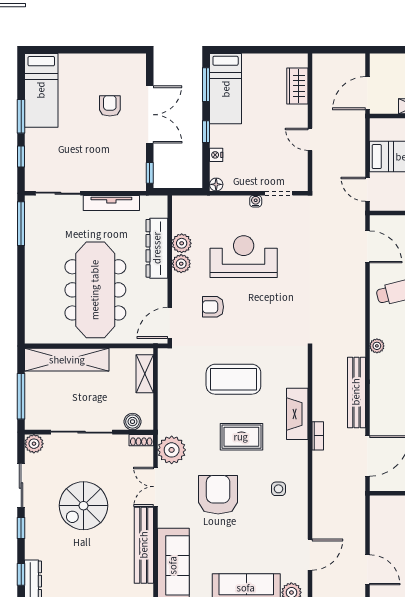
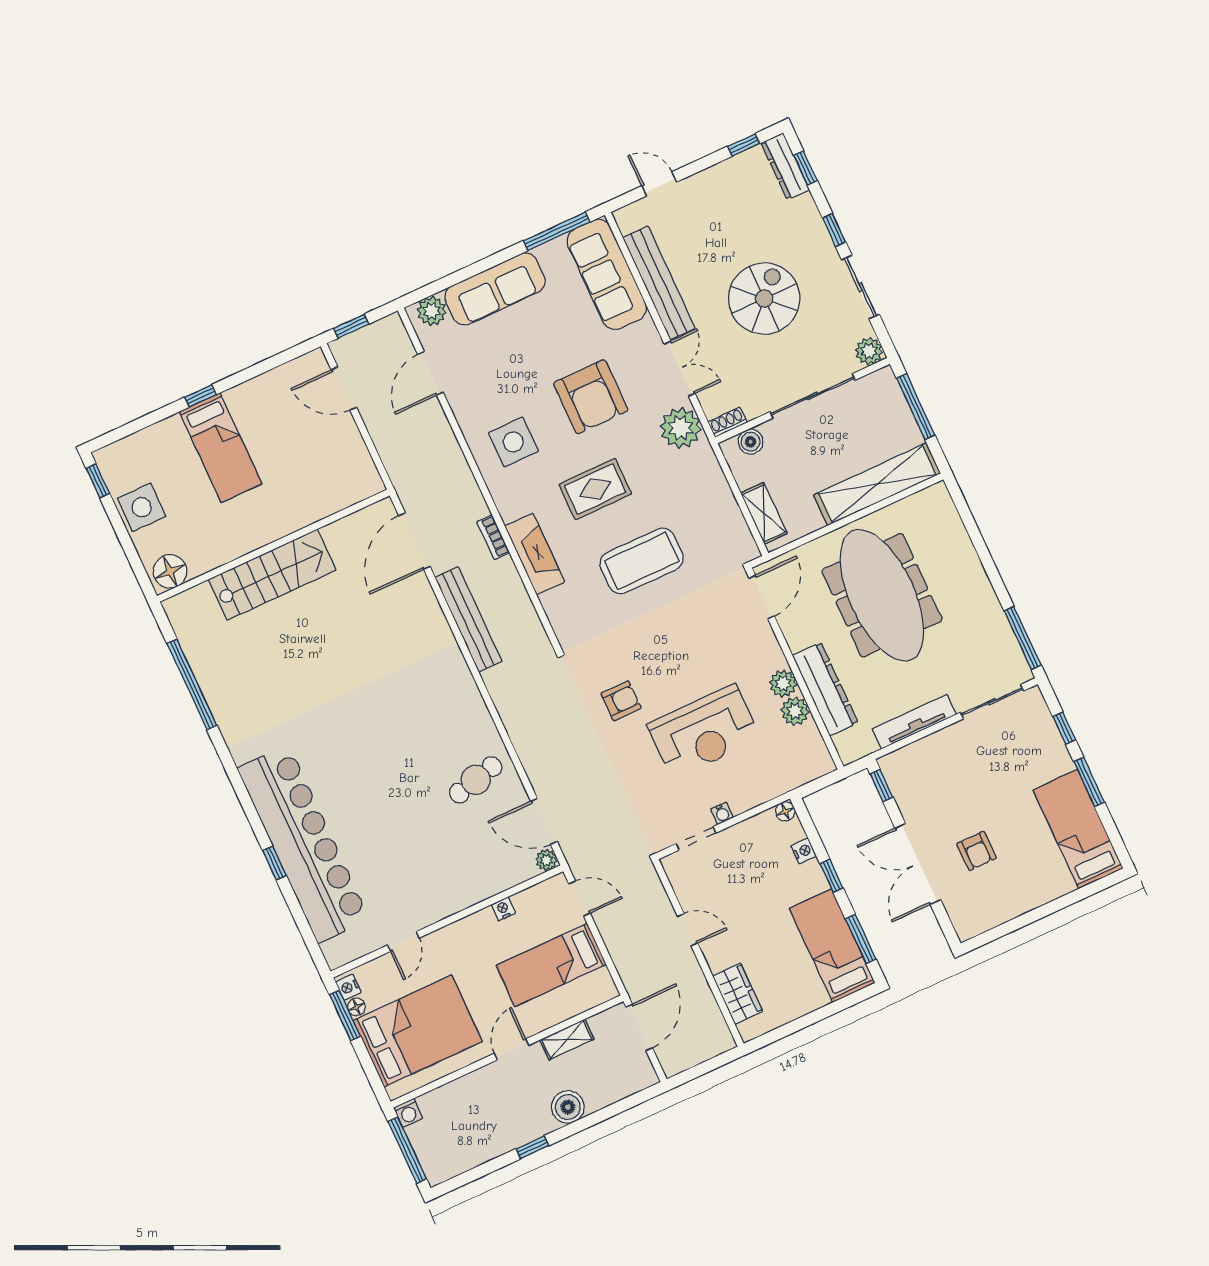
armchair: (213, 307) -> (621, 701), moved
plant: (377, 346) -> (546, 860), moved
side table: (278, 489) -> (513, 442), width x1.87, depth x1.87

